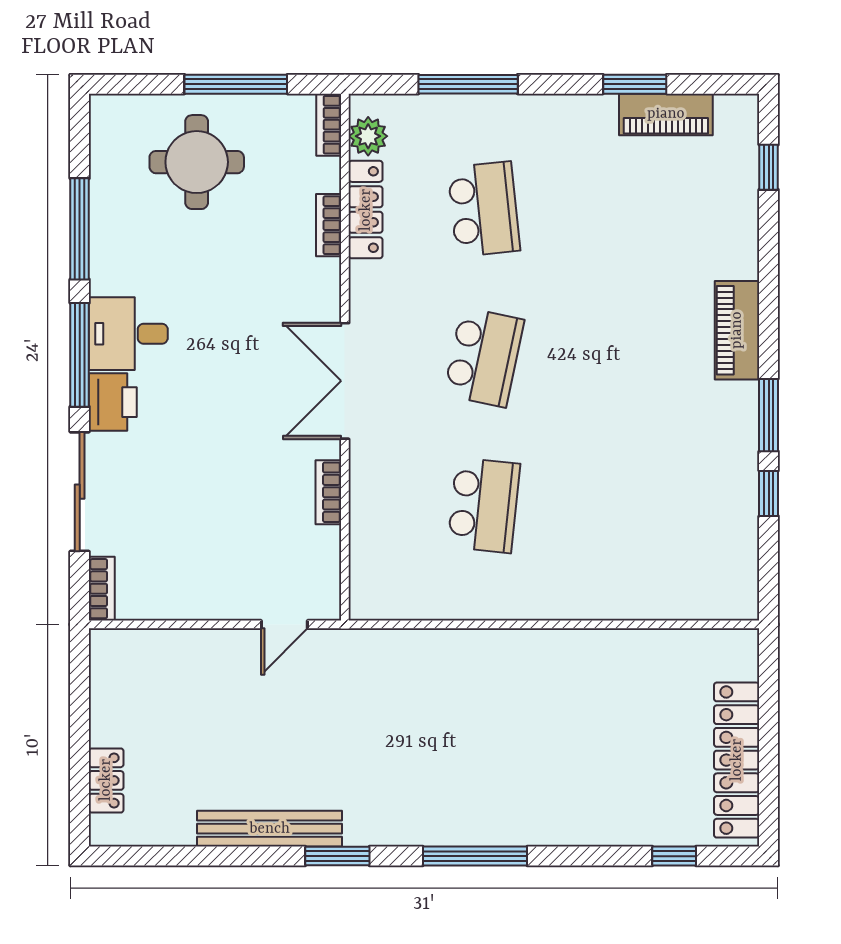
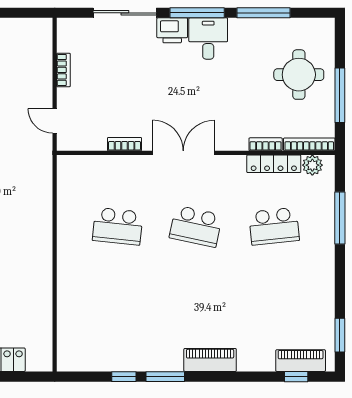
window: (635, 84) -> (340, 335), moved
piano: (666, 114) -> (301, 361), moved, turned 90
bookcase: (329, 125) -> (309, 144), width x1.56
bookcase: (102, 589) -> (63, 70), moved, turned -90

